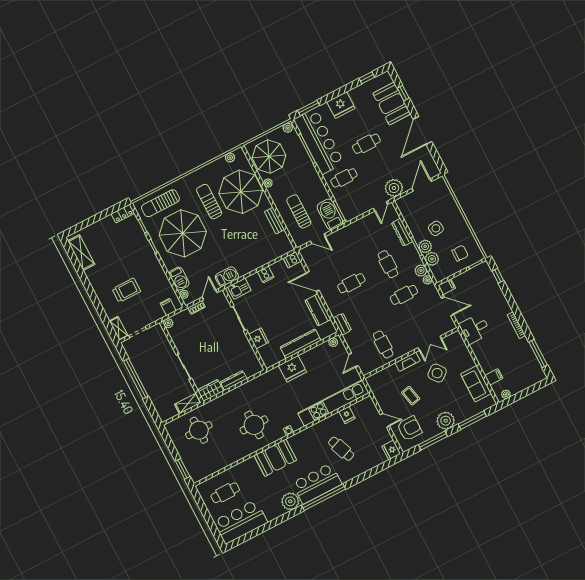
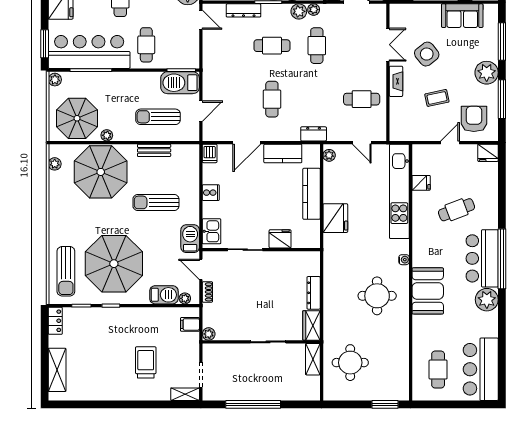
sun lounger: (209, 202) -> (156, 202), moved
shelving: (81, 253) -> (57, 370), moved, turned 90

